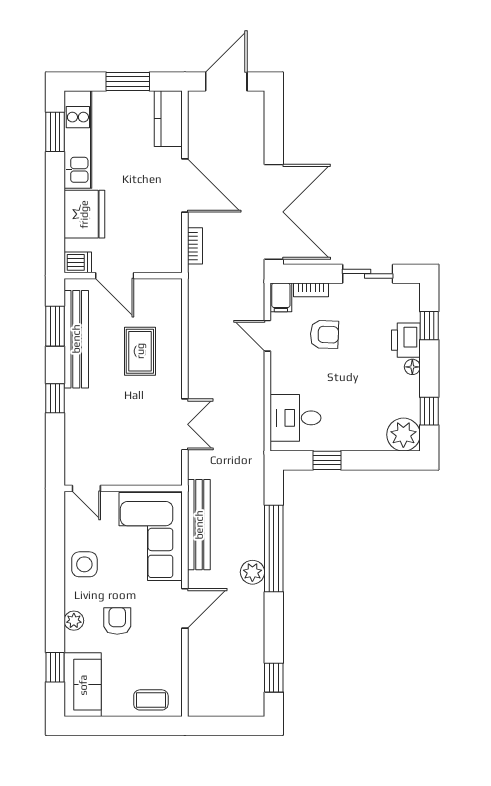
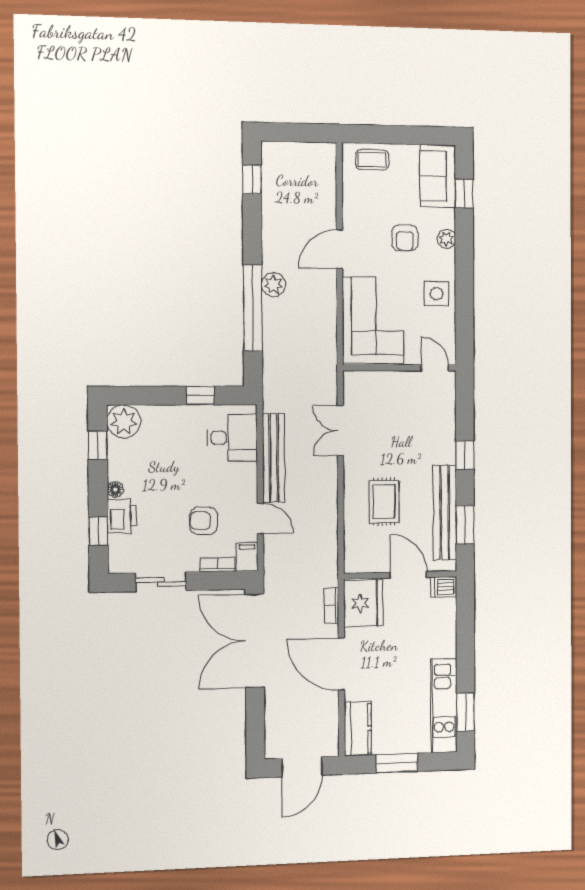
fridge: (84, 214) -> (363, 603), moved, turned 180
bench: (199, 525) -> (274, 458), moved

